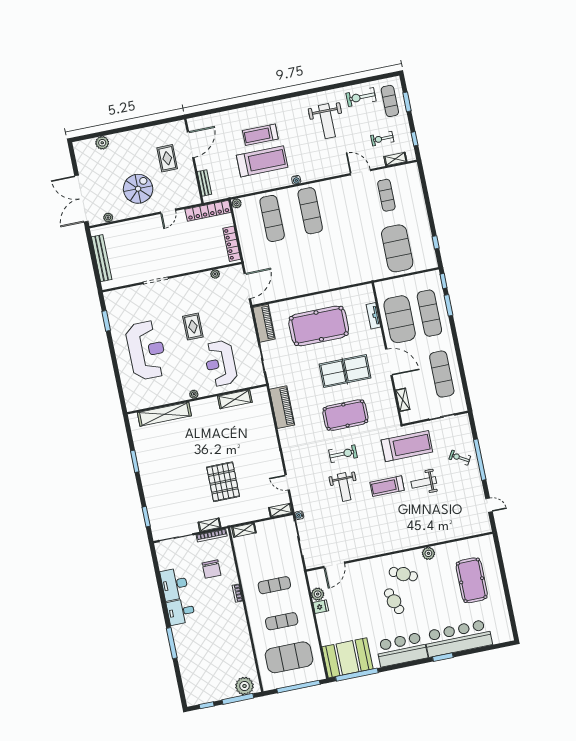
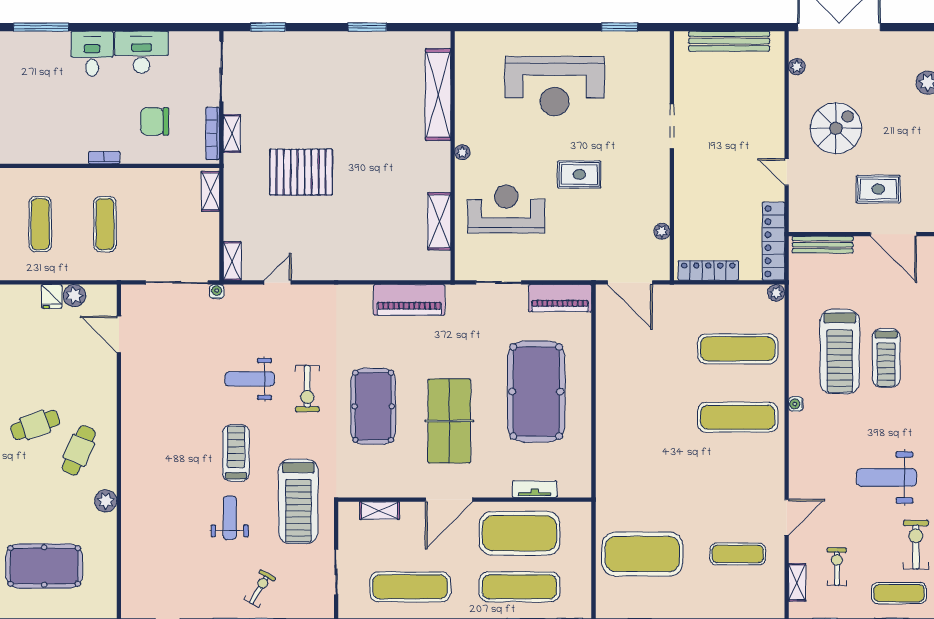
treadmill: (260, 135) -> (886, 358), turned 180
bench: (204, 183) -> (823, 245), width x1.36
spiral stairs: (138, 189) -> (836, 128), turned -90

